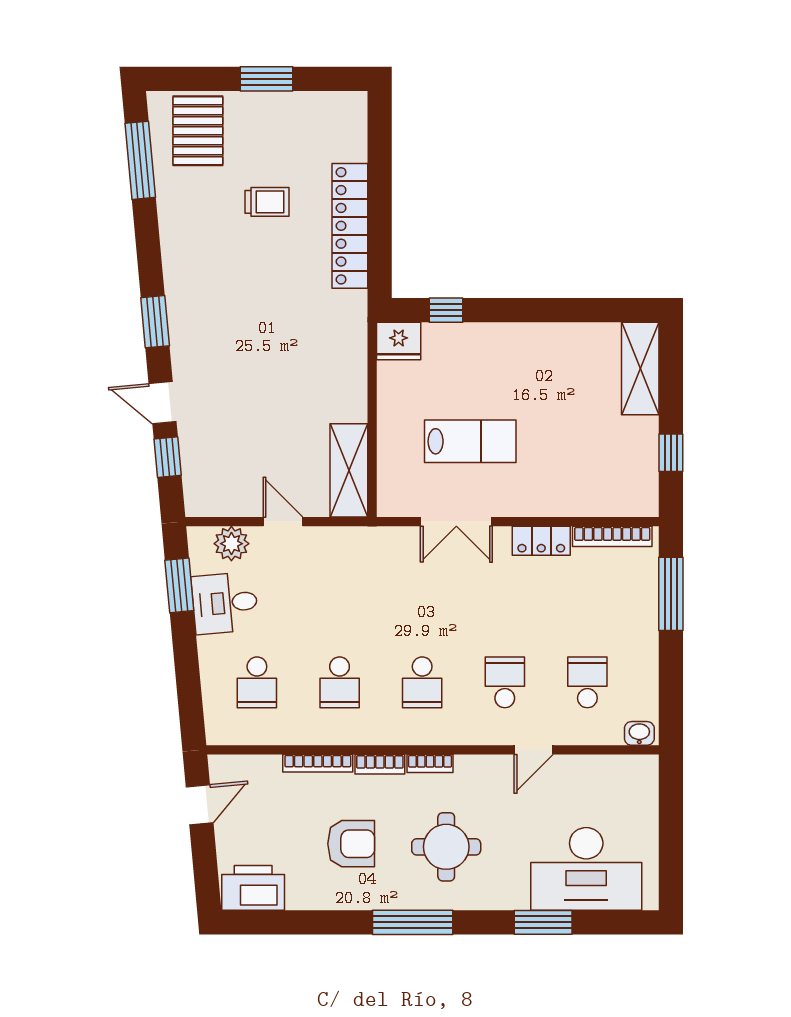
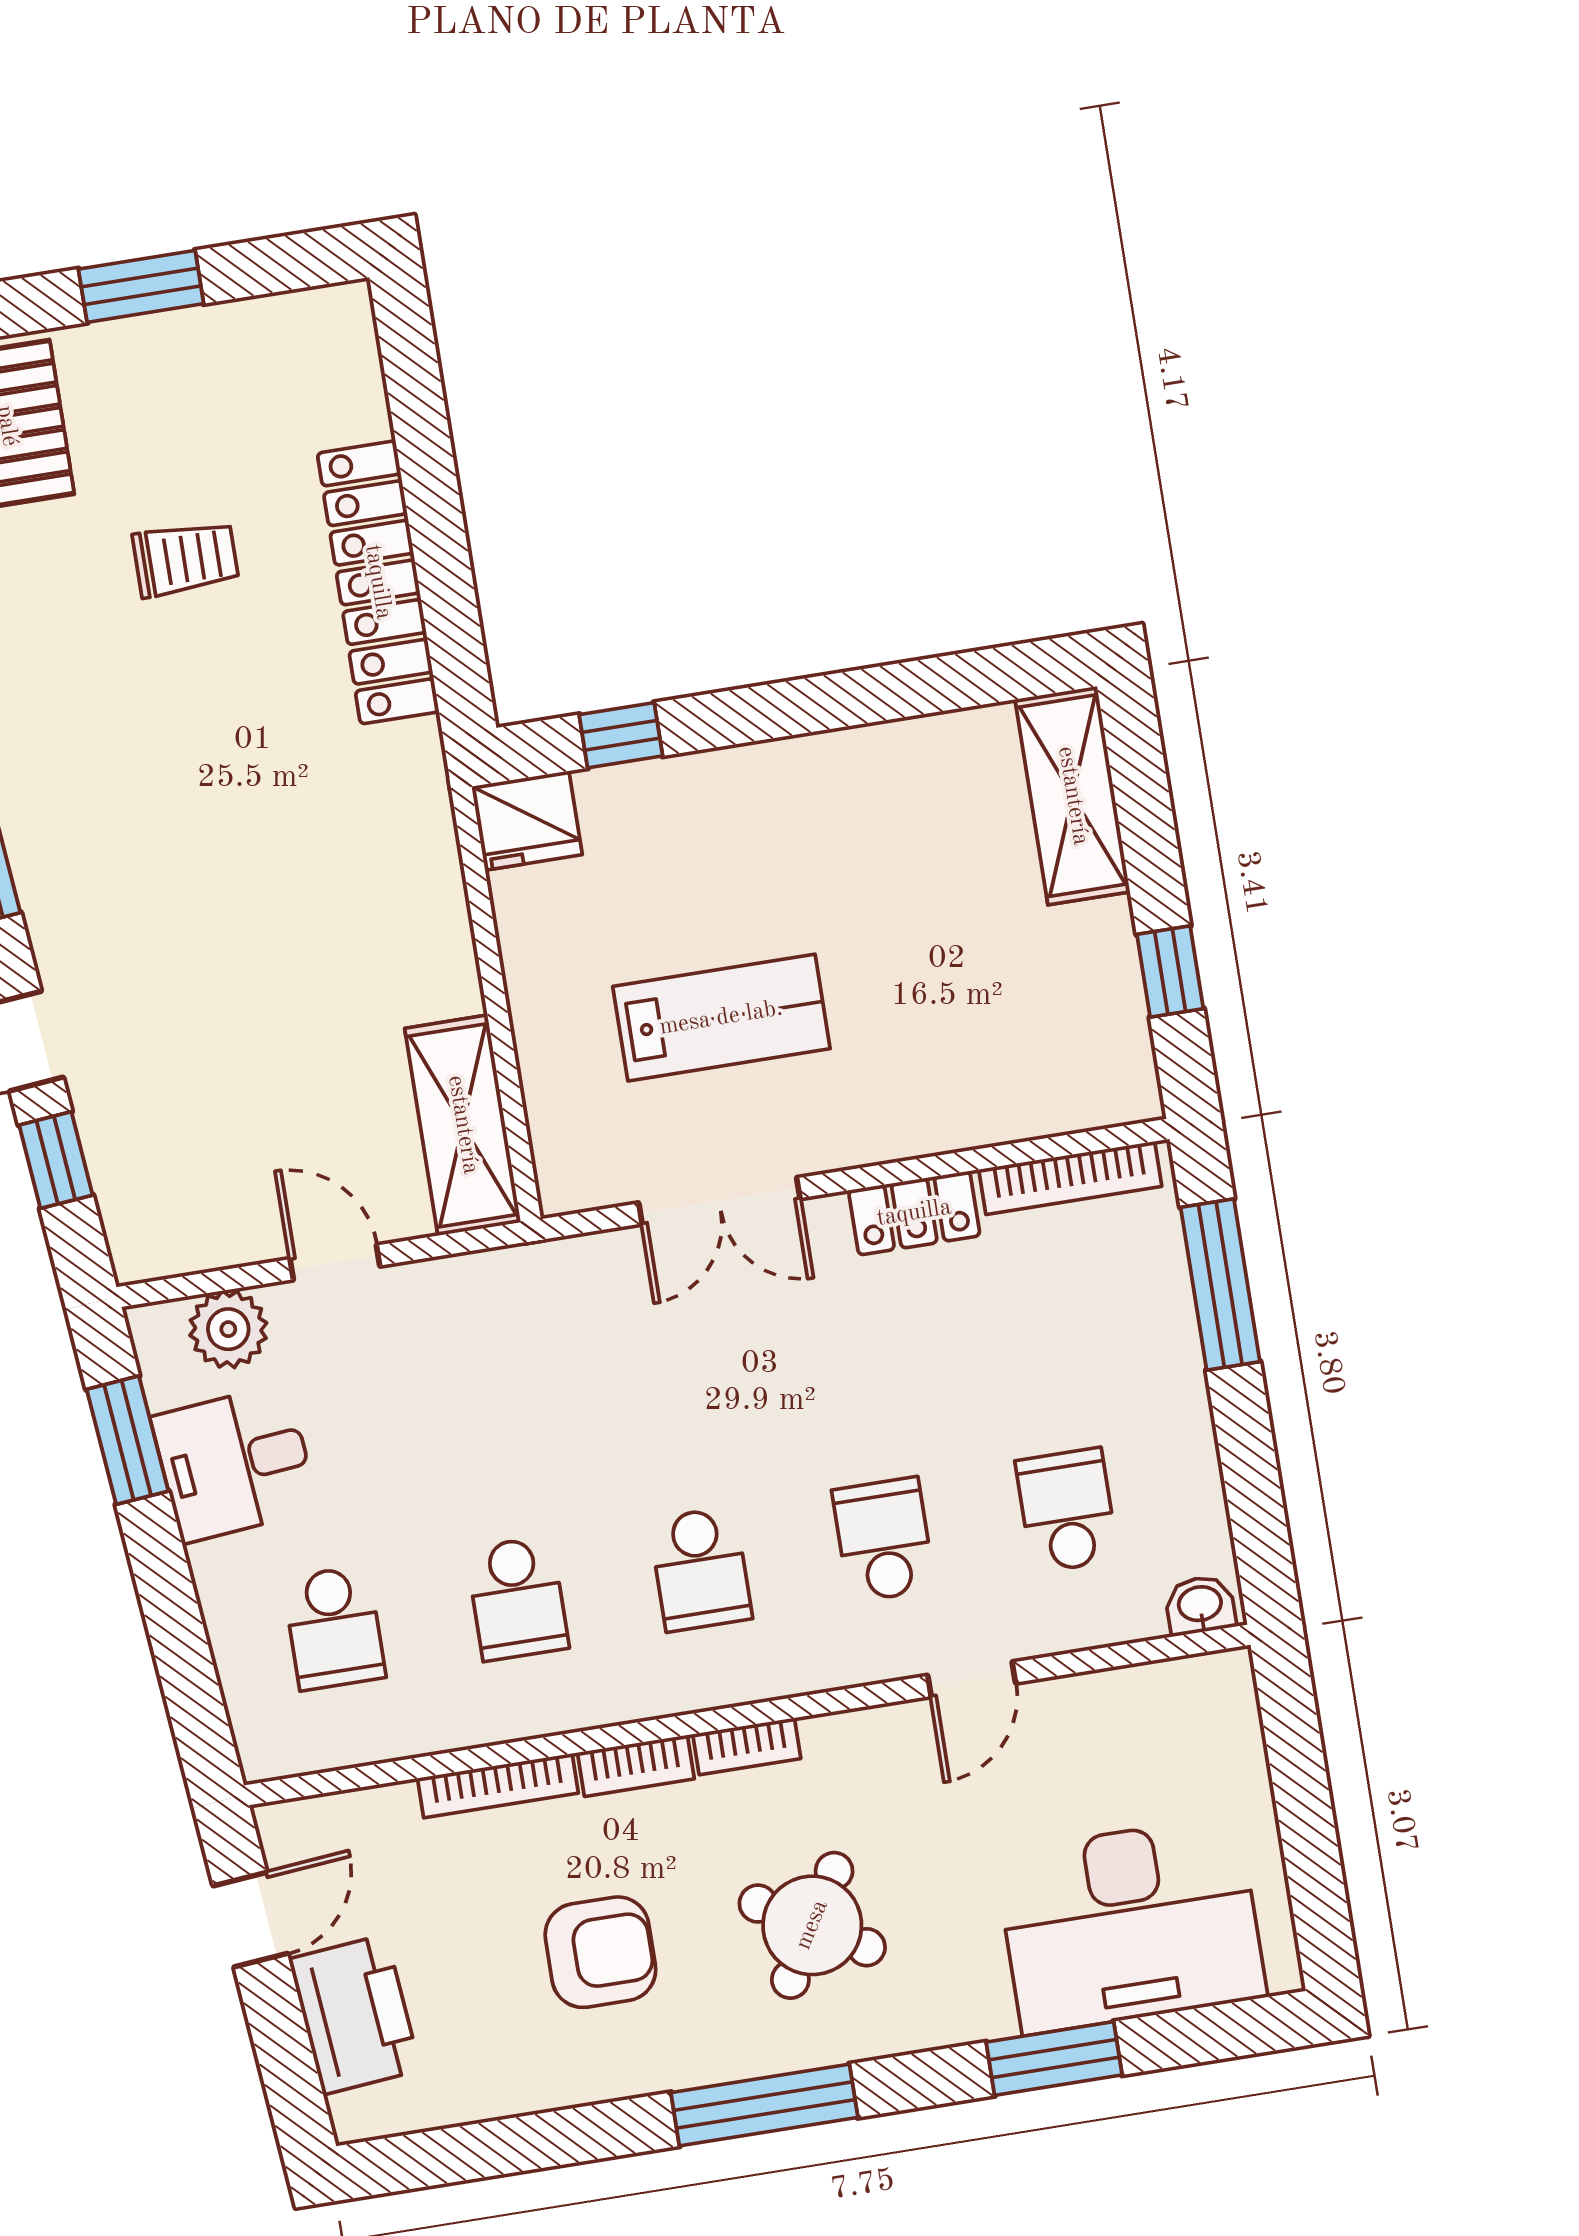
round table: (446, 847) -> (812, 1925), turned 31
printer: (253, 888) -> (355, 2015), moved, turned 85

